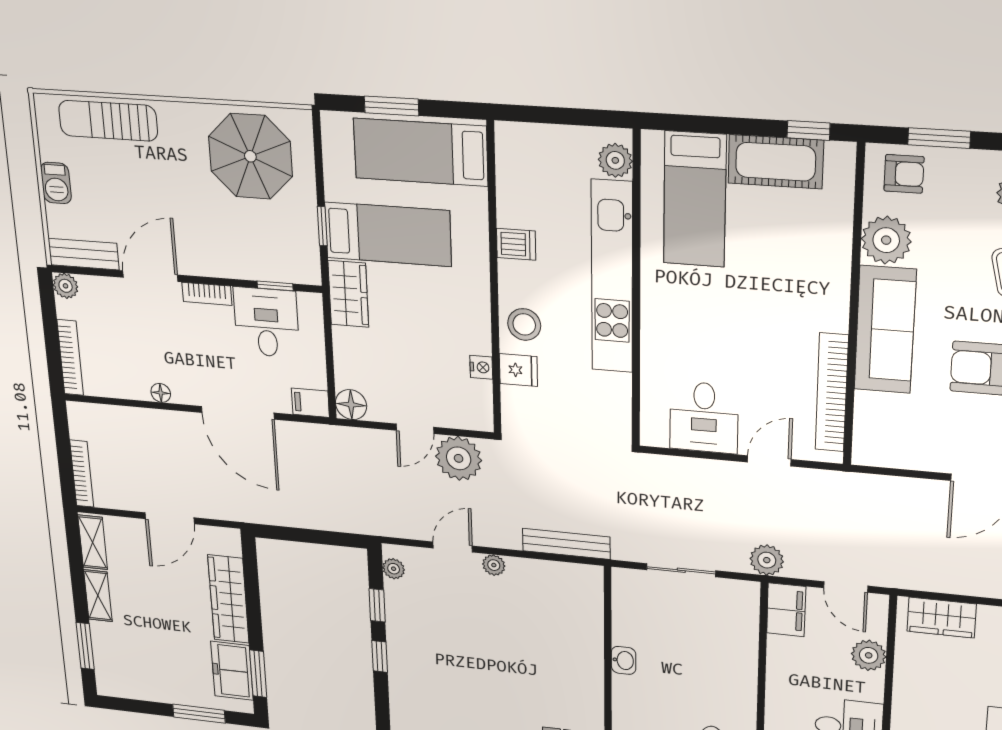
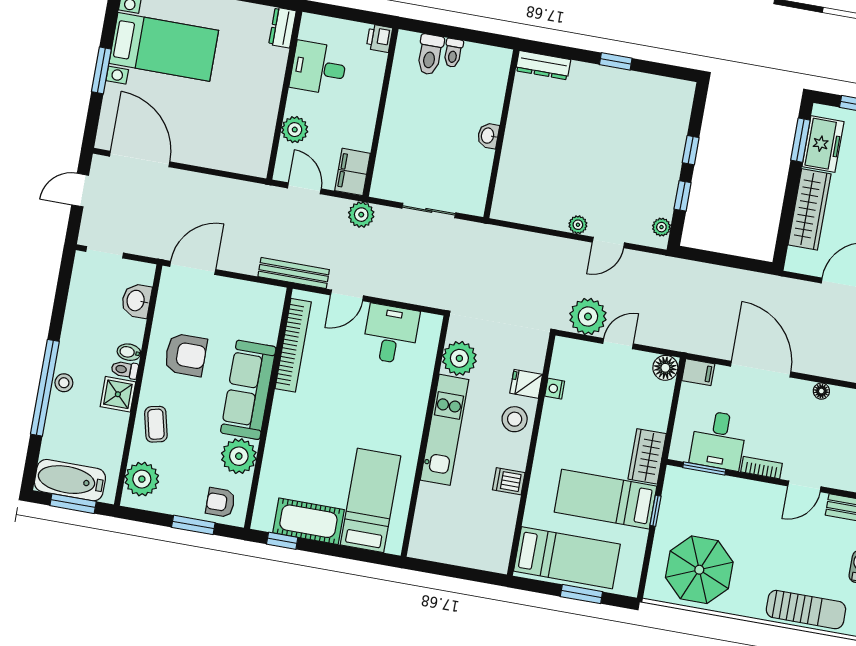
plant: (615, 160) -> (459, 358), moved, width x1.36, depth x1.36
door: (150, 276) -> (804, 486), width x0.73
kitchen unit: (612, 277) -> (445, 430), width x0.73
window: (275, 286) -> (704, 468), width x1.50
bench: (566, 544) -> (294, 273), moved
wardrobe: (942, 618) -> (236, 158), removed

